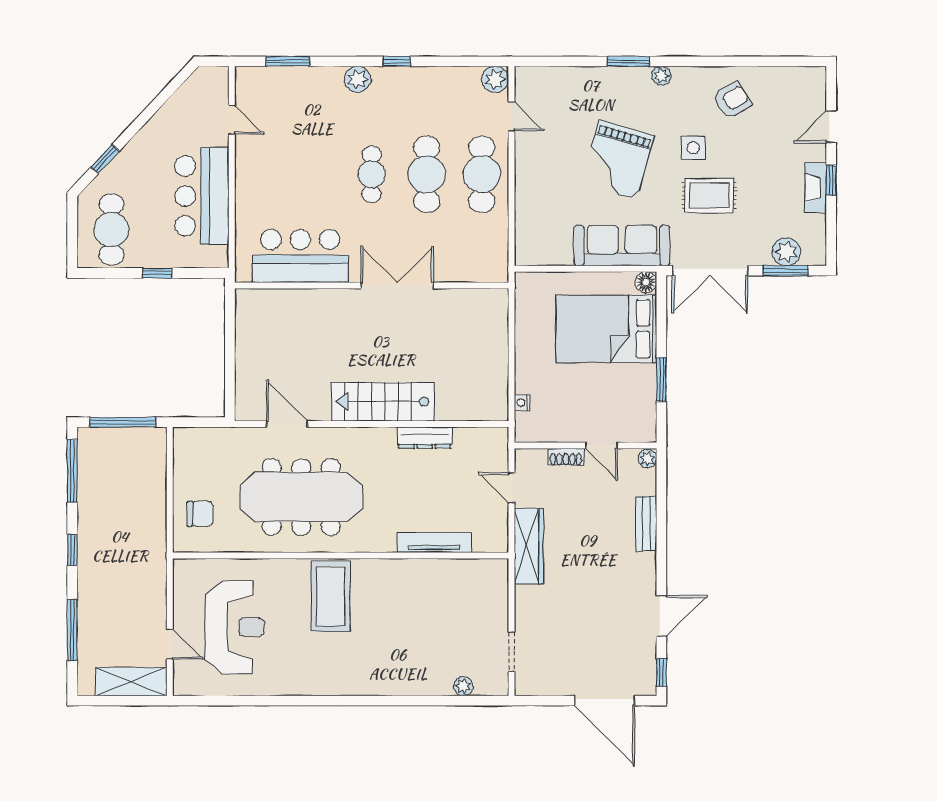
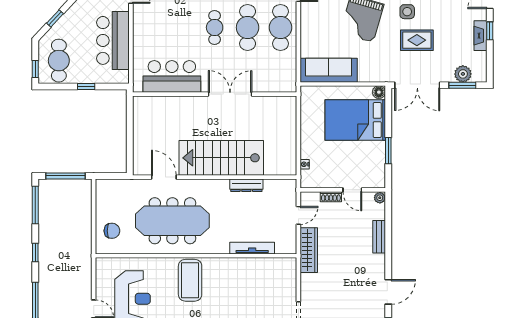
window: (72, 244) -> (35, 69), added
sofa: (622, 246) -> (329, 70), moved
stairs: (383, 402) -> (221, 158), width x1.36, depth x1.51
door: (511, 488) -> (298, 215), swing flipped

